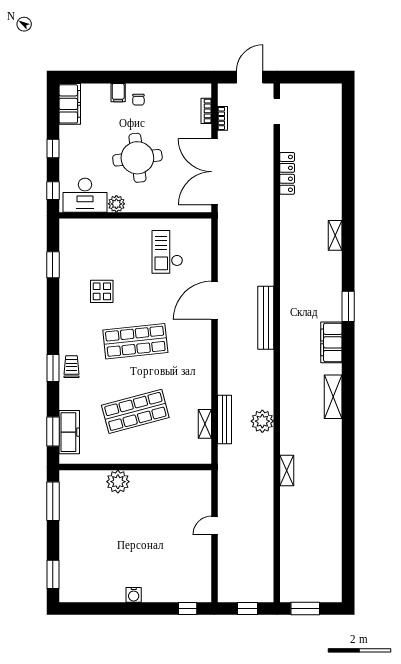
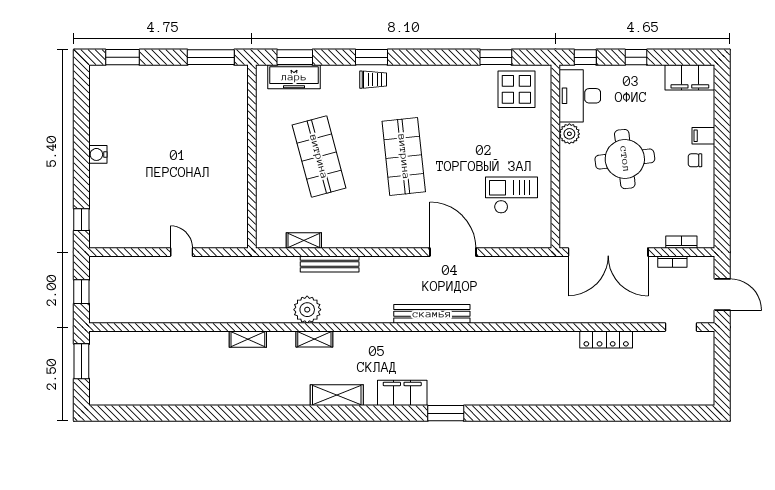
double door: (215, 172) -> (608, 252), swing flipped
shelving: (335, 235) -> (314, 339), moved
display table: (102, 291) -> (516, 89), moved, width x1.36, depth x1.36
bench: (224, 420) -> (330, 264), moved
plant: (118, 482) -> (234, 135), removed

